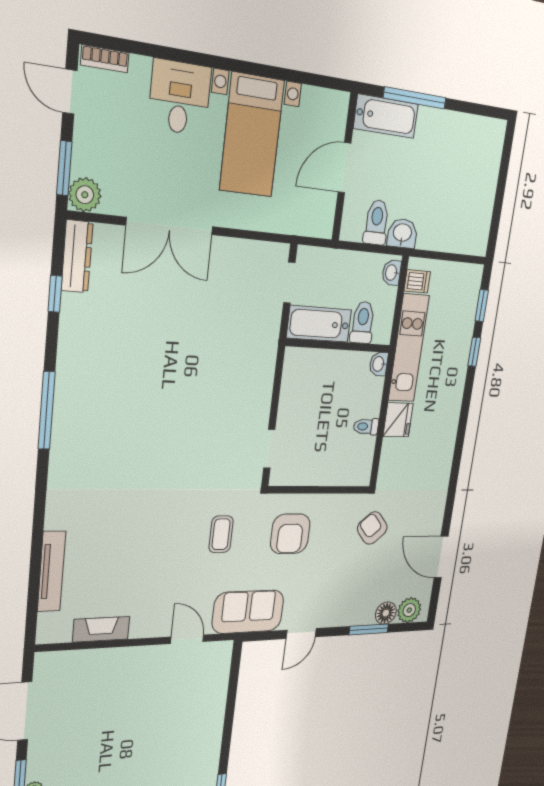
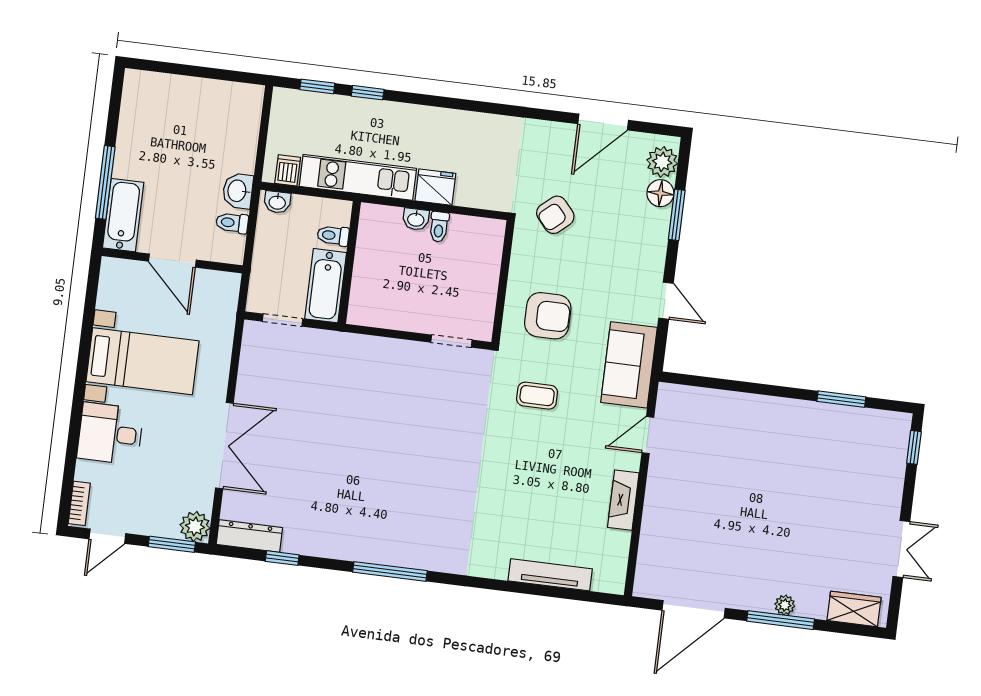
toilet: (376, 222) -> (232, 223), width x0.73, depth x0.72
toilet: (363, 322) -> (333, 236), width x0.73, depth x0.72
washbasin: (379, 364) -> (416, 219), moved
fireplace: (101, 629) -> (623, 500), moved

